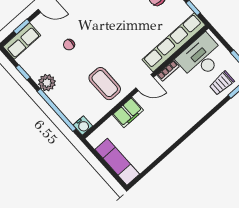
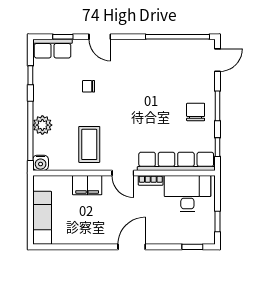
plant: (47, 83) -> (42, 125), moved
trolley: (222, 83) -> (186, 230), removed
door: (195, 127) -> (132, 247), added

